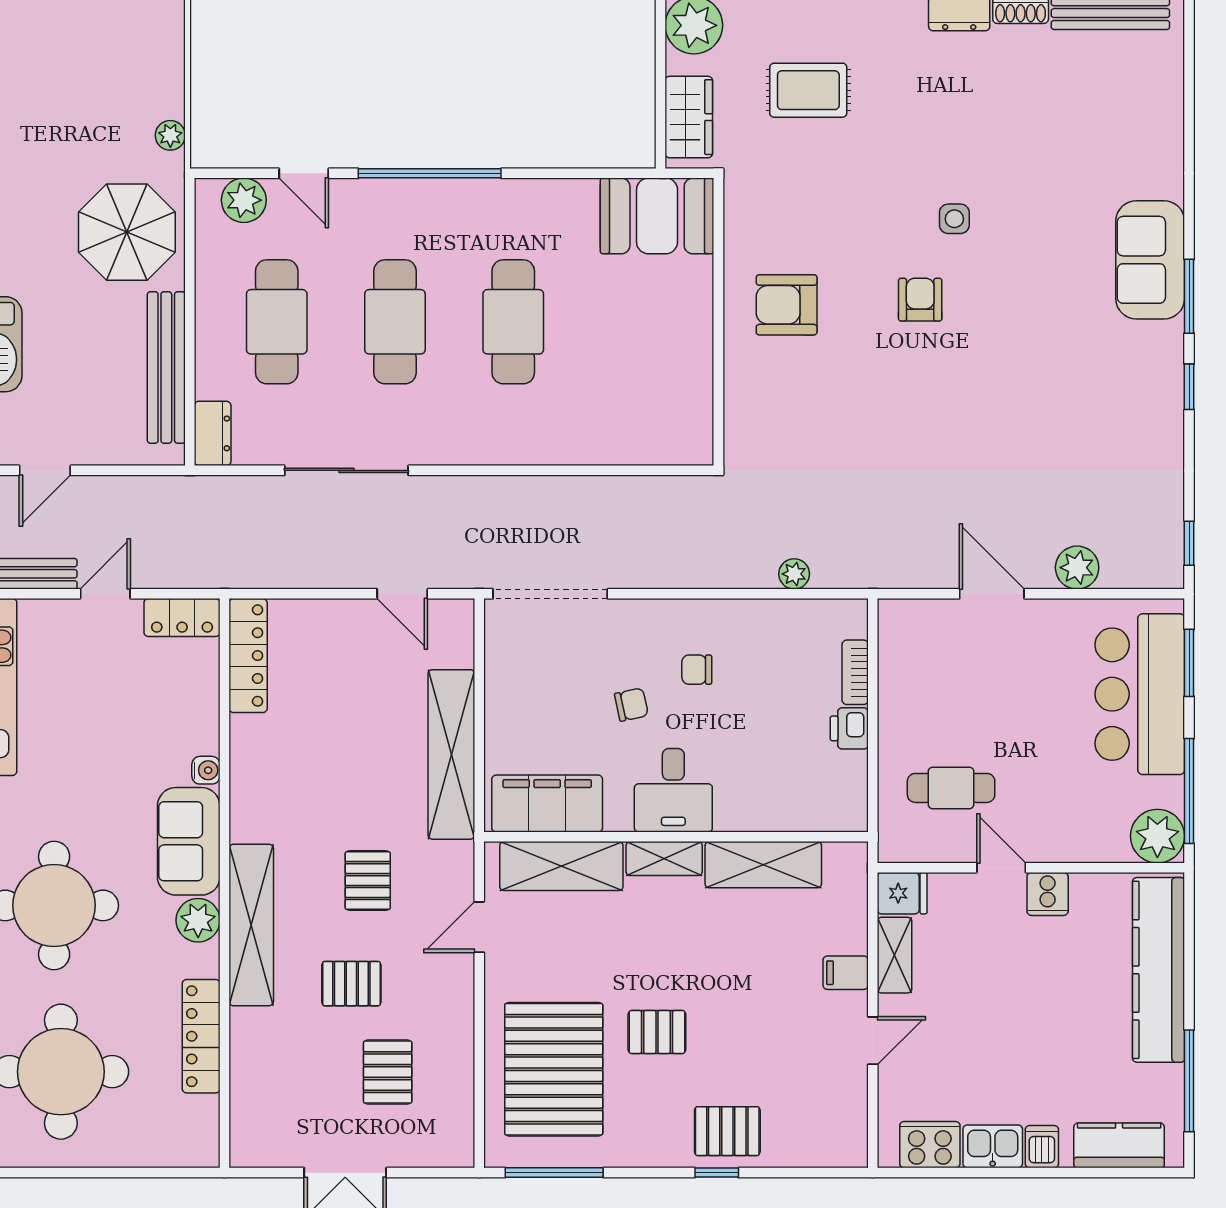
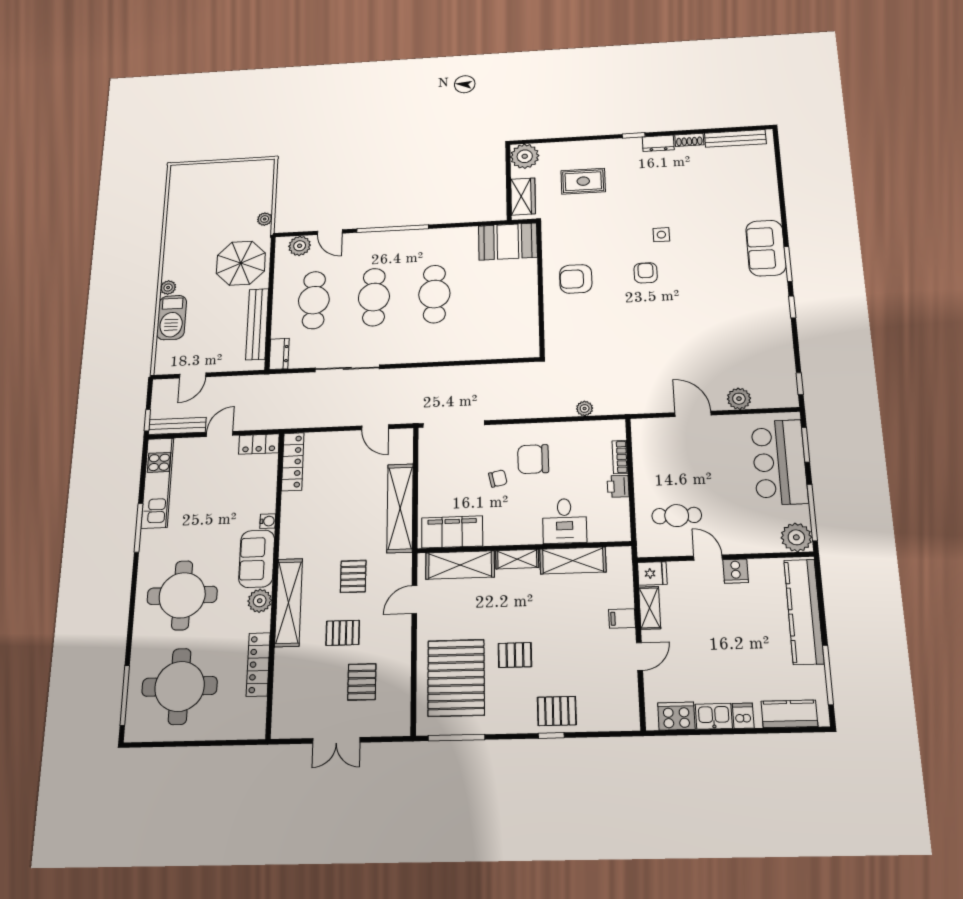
chair: (697, 670) -> (533, 459), width x1.87, depth x1.87
desk: (673, 790) -> (564, 521), moved

